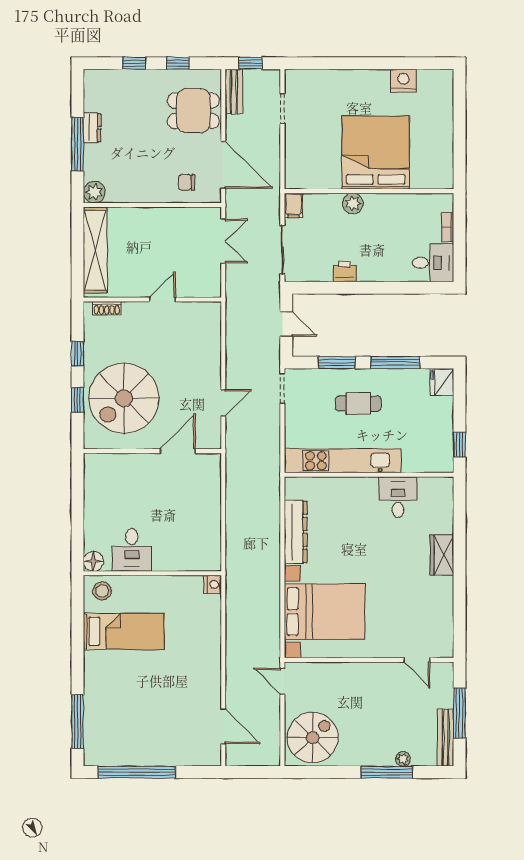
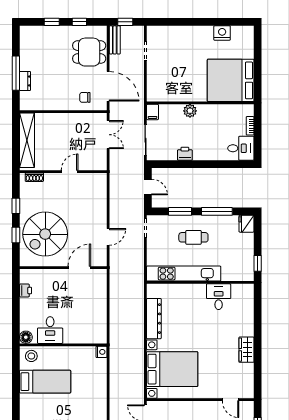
dresser: (92, 128) -> (25, 81), moved
bed: (376, 153) -> (231, 80), moved, turned -90
plant: (94, 192) -> (26, 104), removed
printer: (93, 487) -> (25, 290), added
wardrobe: (442, 555) -> (246, 350), moved

